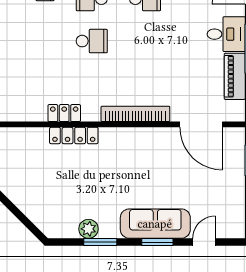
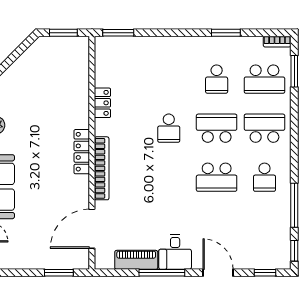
locker: (74, 135) -> (82, 152), moved

